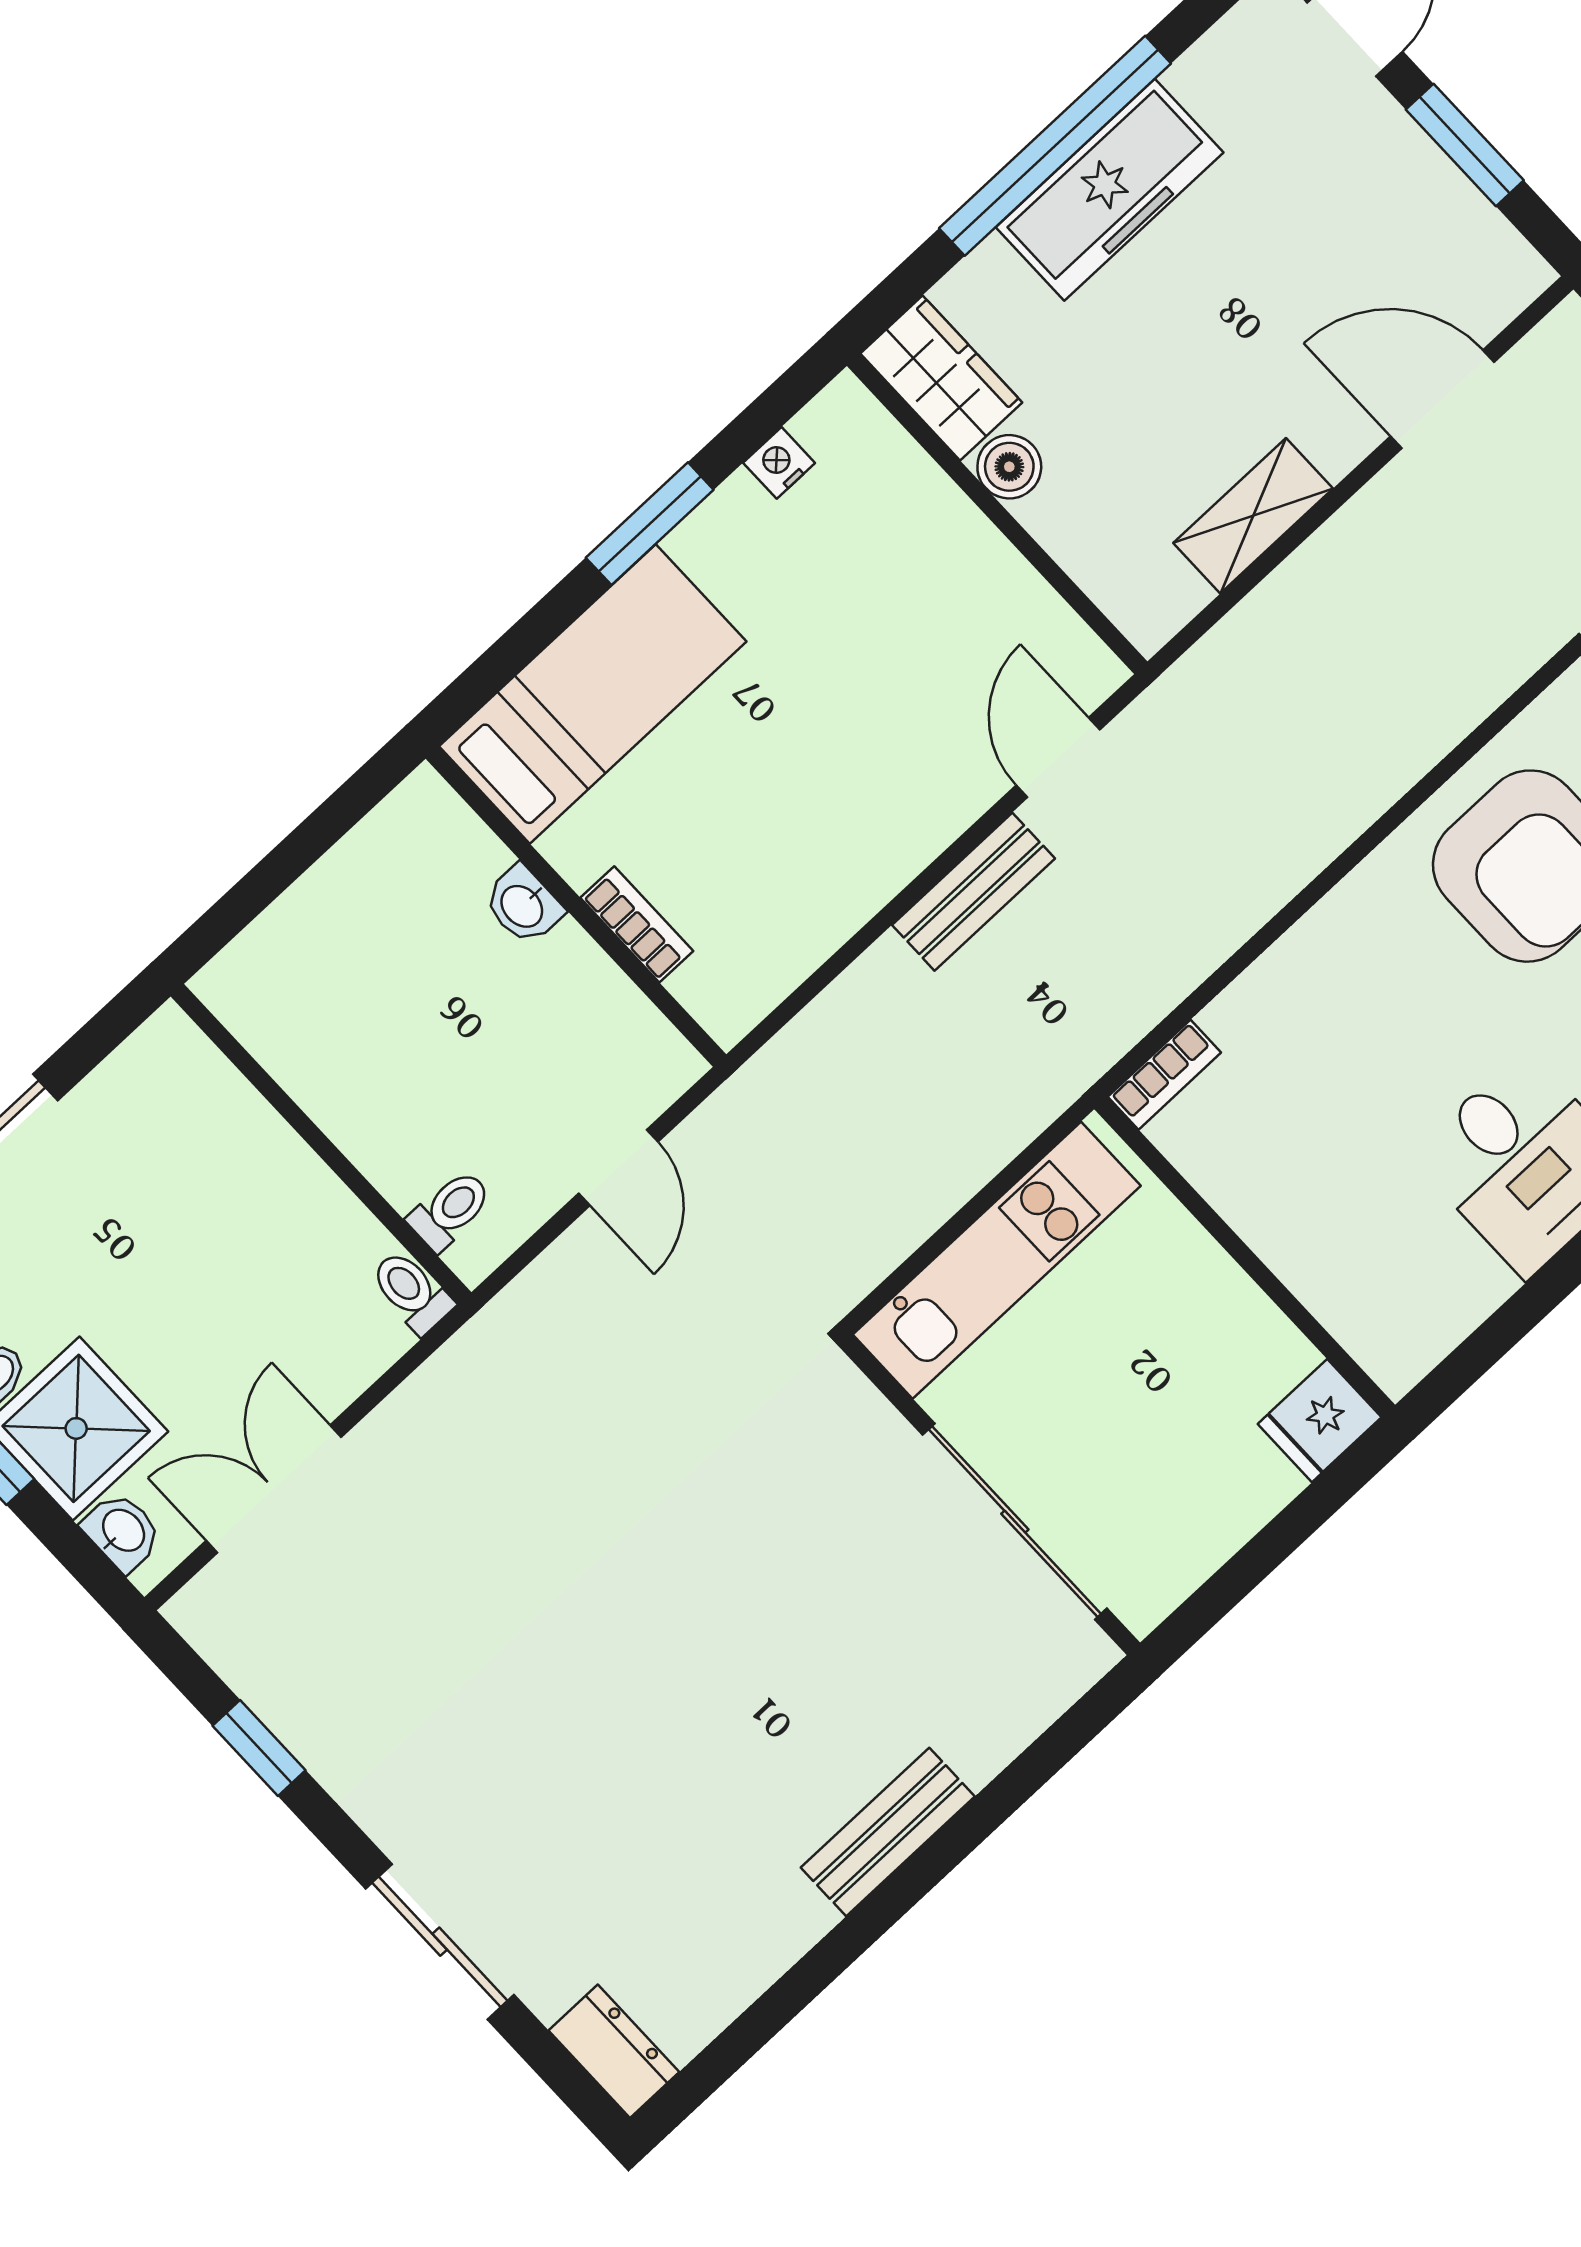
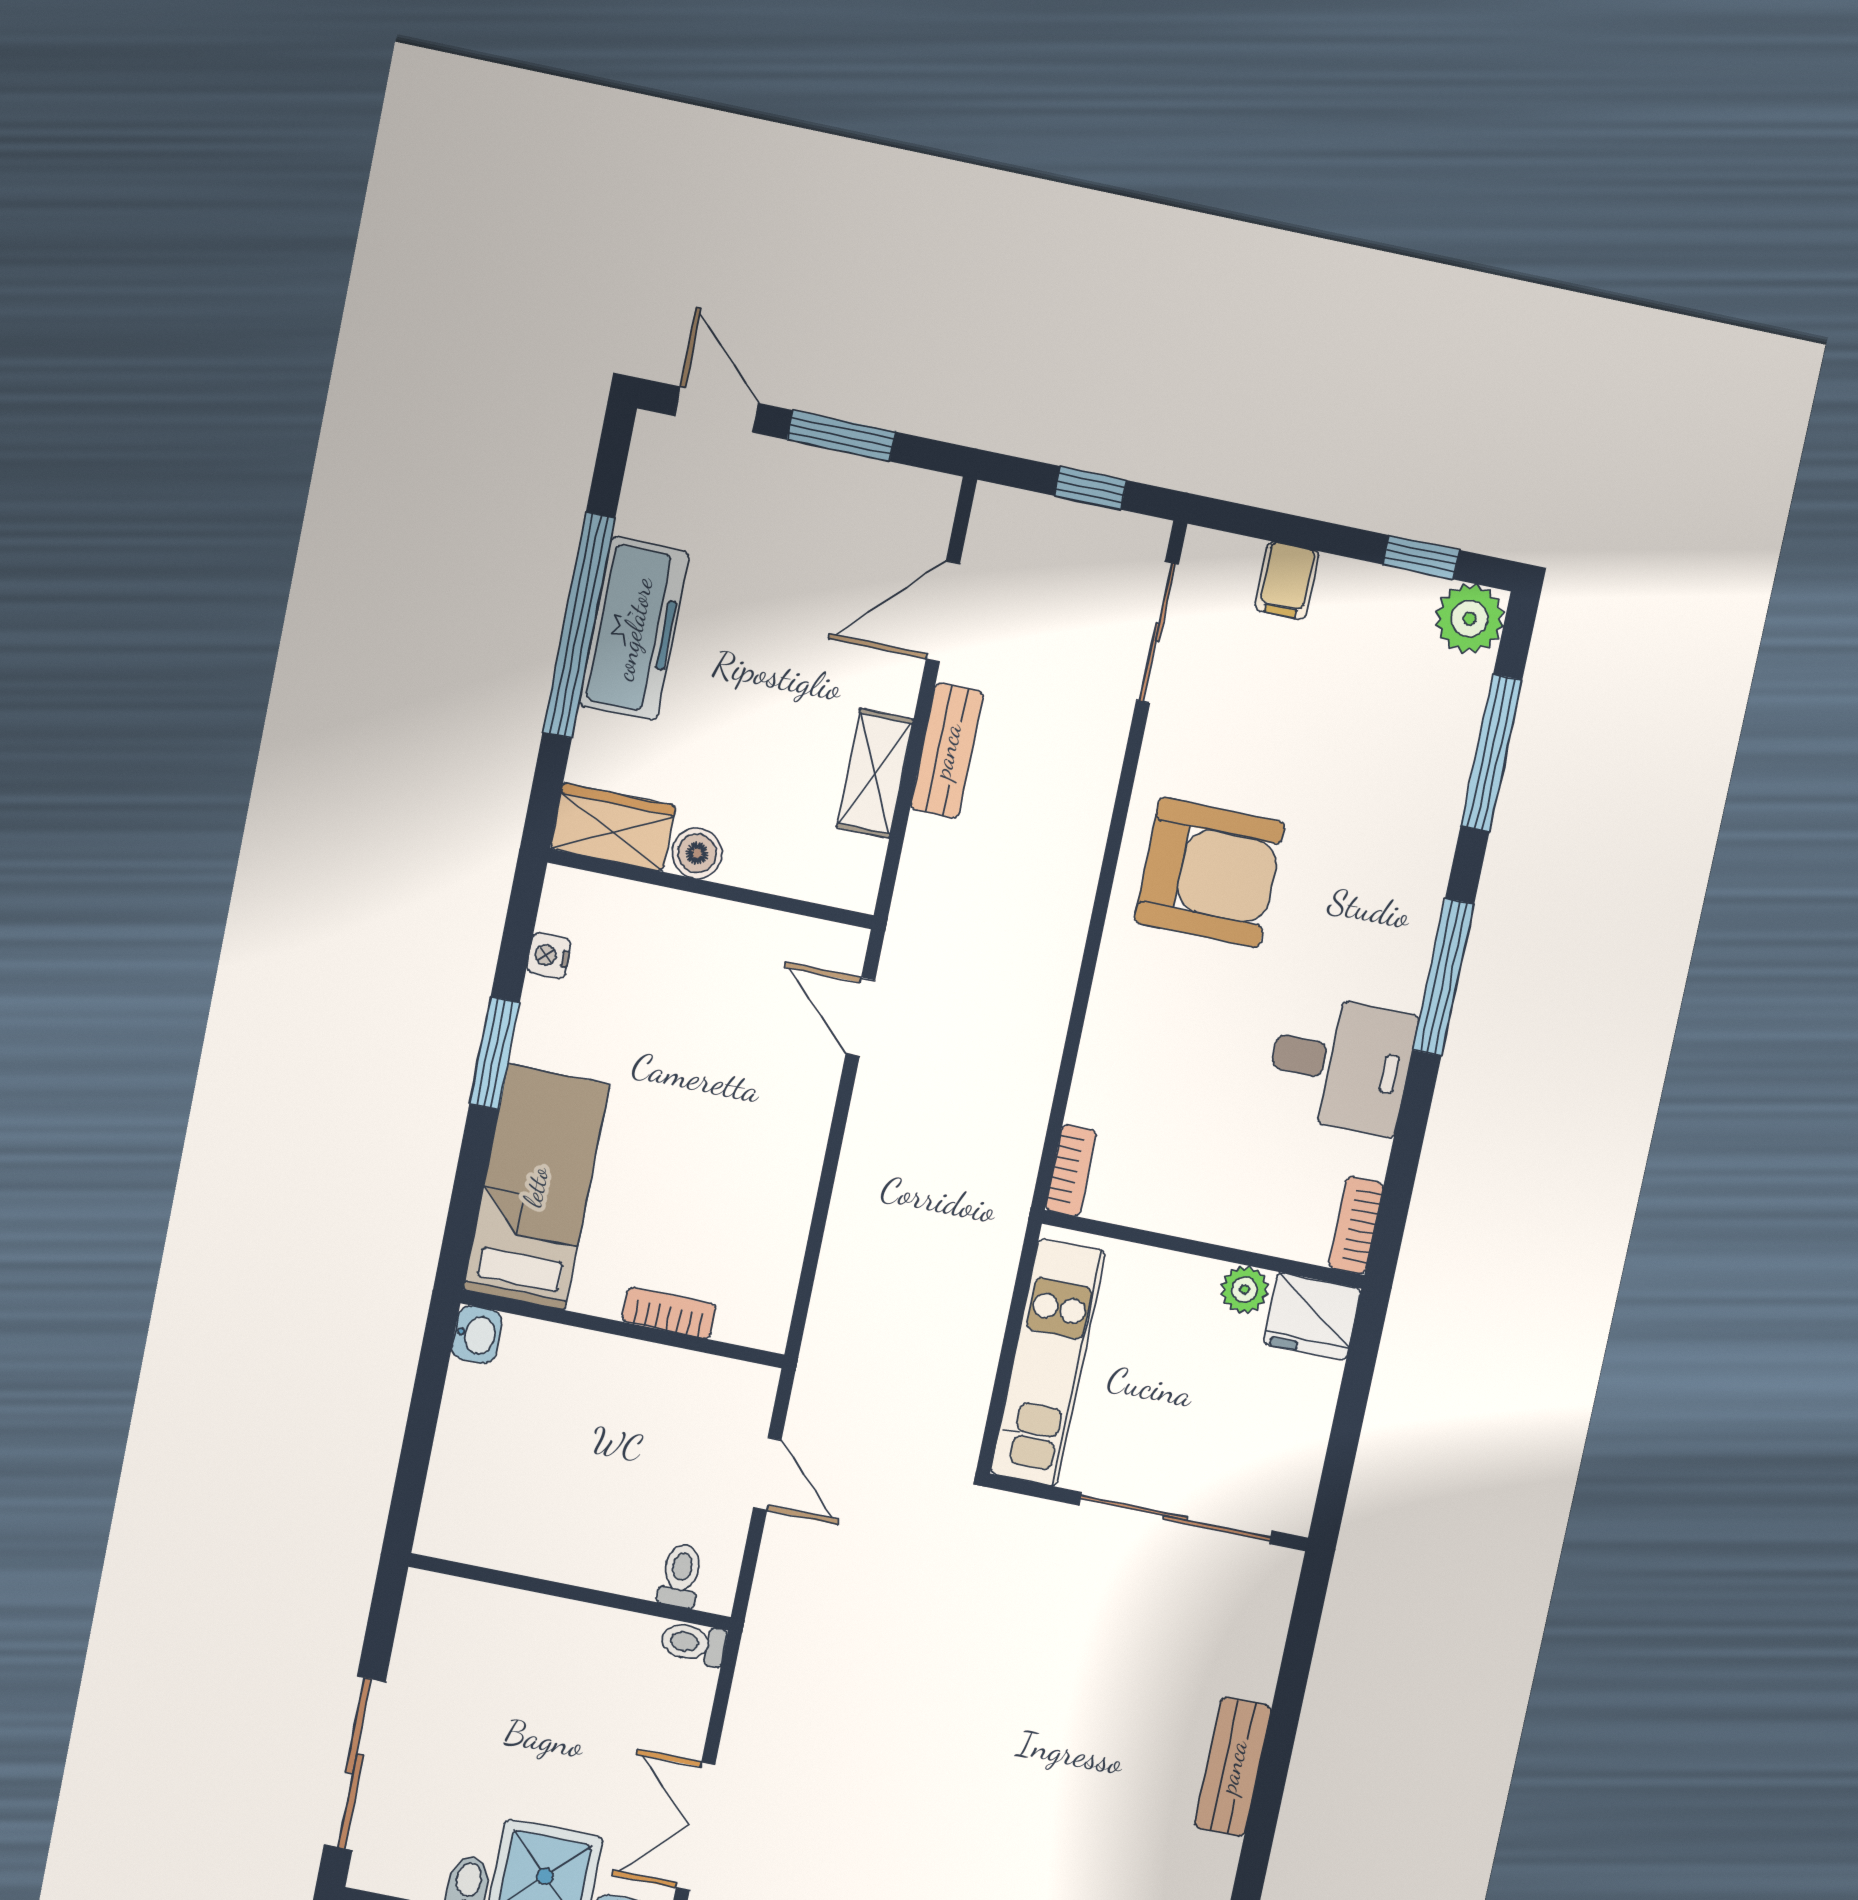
bench: (973, 892) -> (947, 751), moved
washbasin: (523, 905) -> (477, 1335), moved, turned -90
plant: (1258, 1330) -> (1245, 1289), added
bookcase: (1423, 1346) -> (1356, 1225), added
fridge: (1320, 1421) -> (1312, 1316), width x1.38

